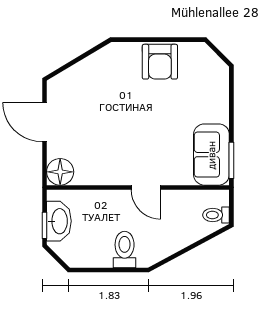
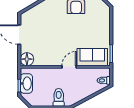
sofa: (211, 155) -> (92, 57), moved, turned 90
door: (146, 187) -> (69, 67), swing flipped

